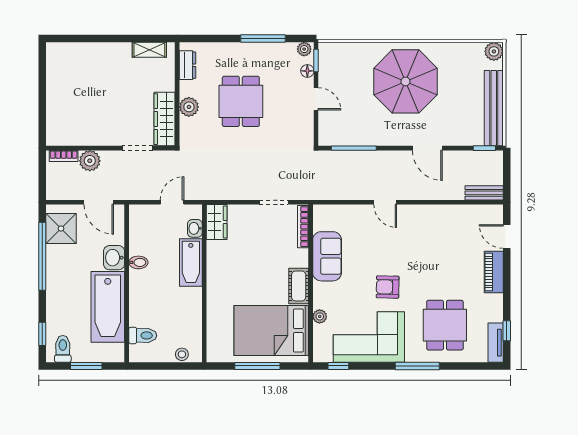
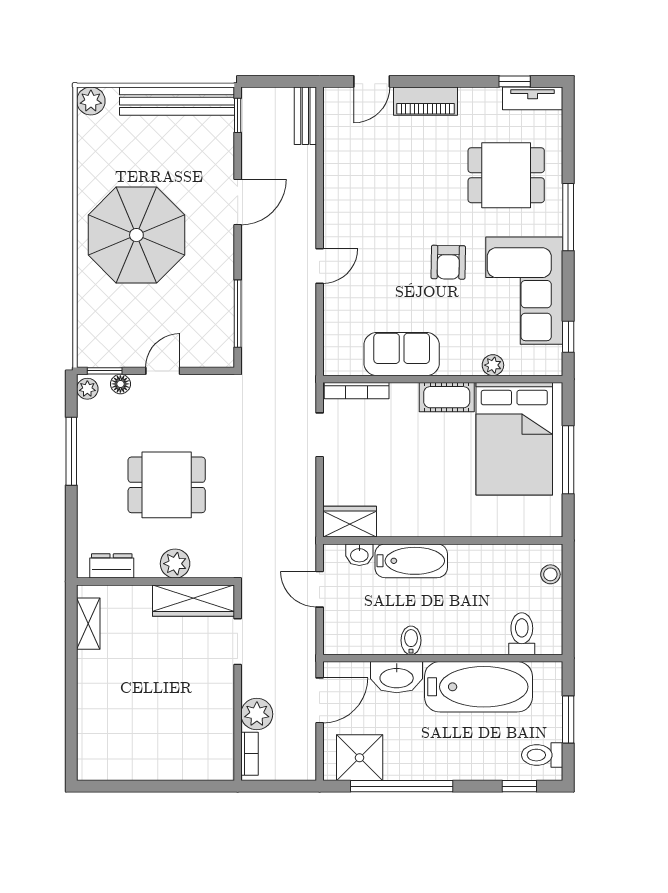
washbasin: (114, 258) -> (397, 677), width x1.38

